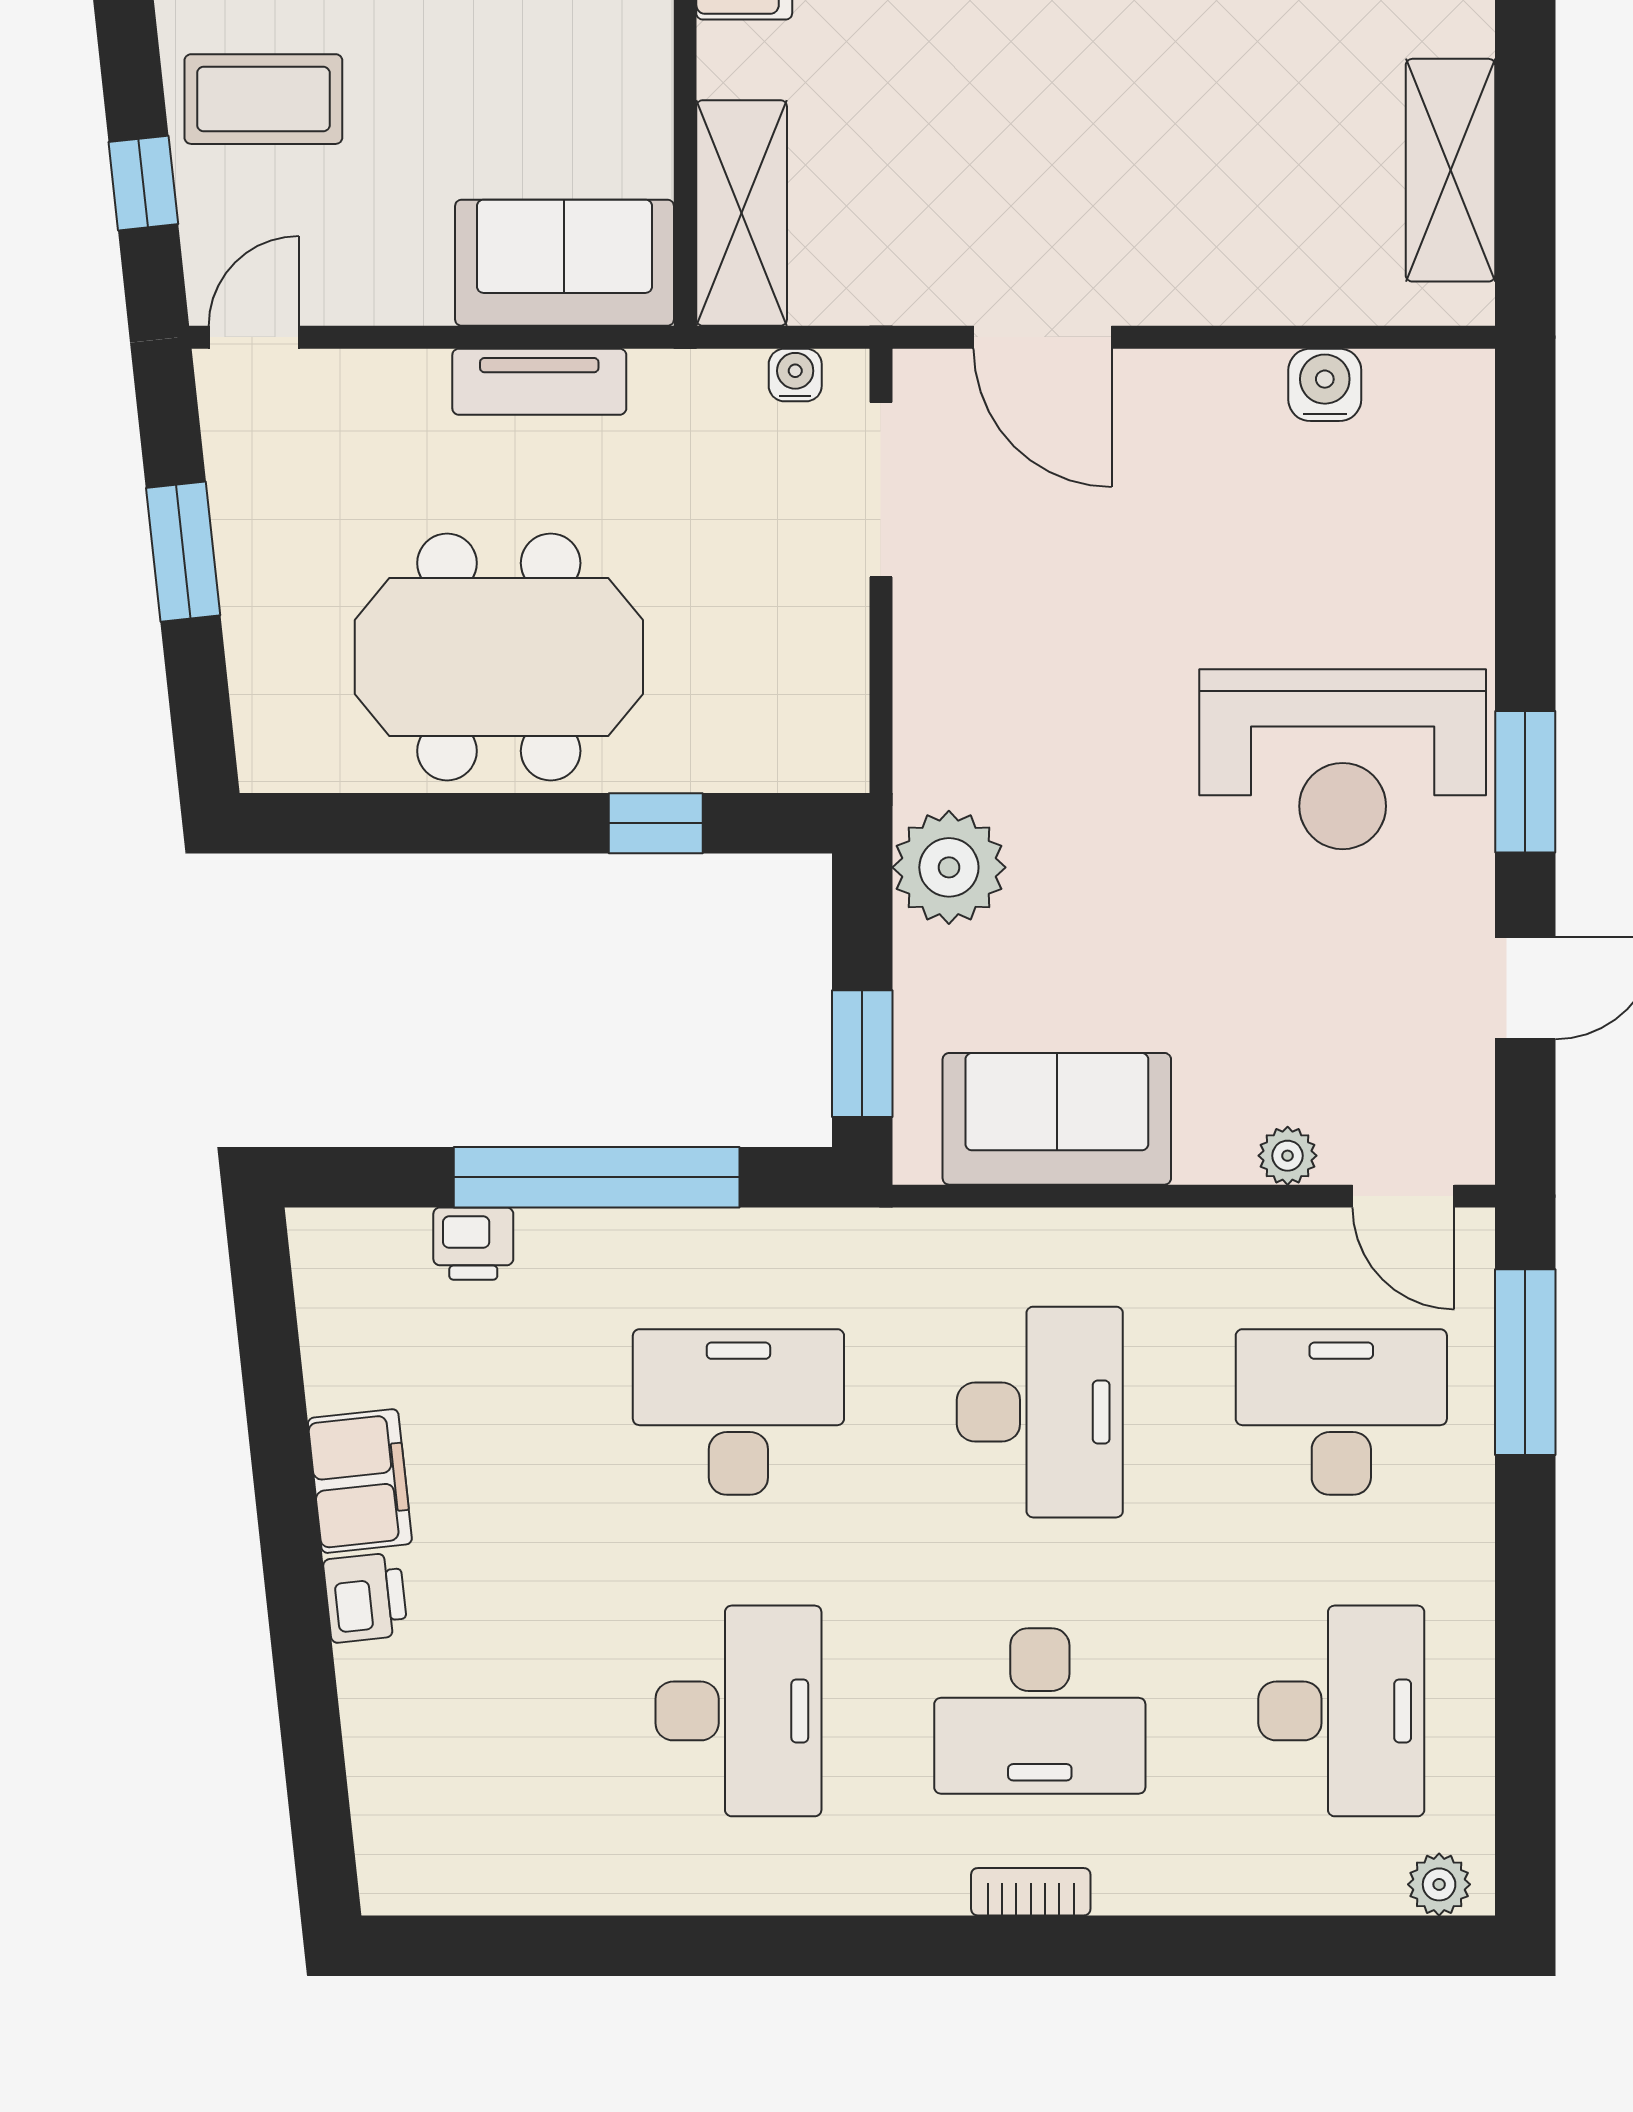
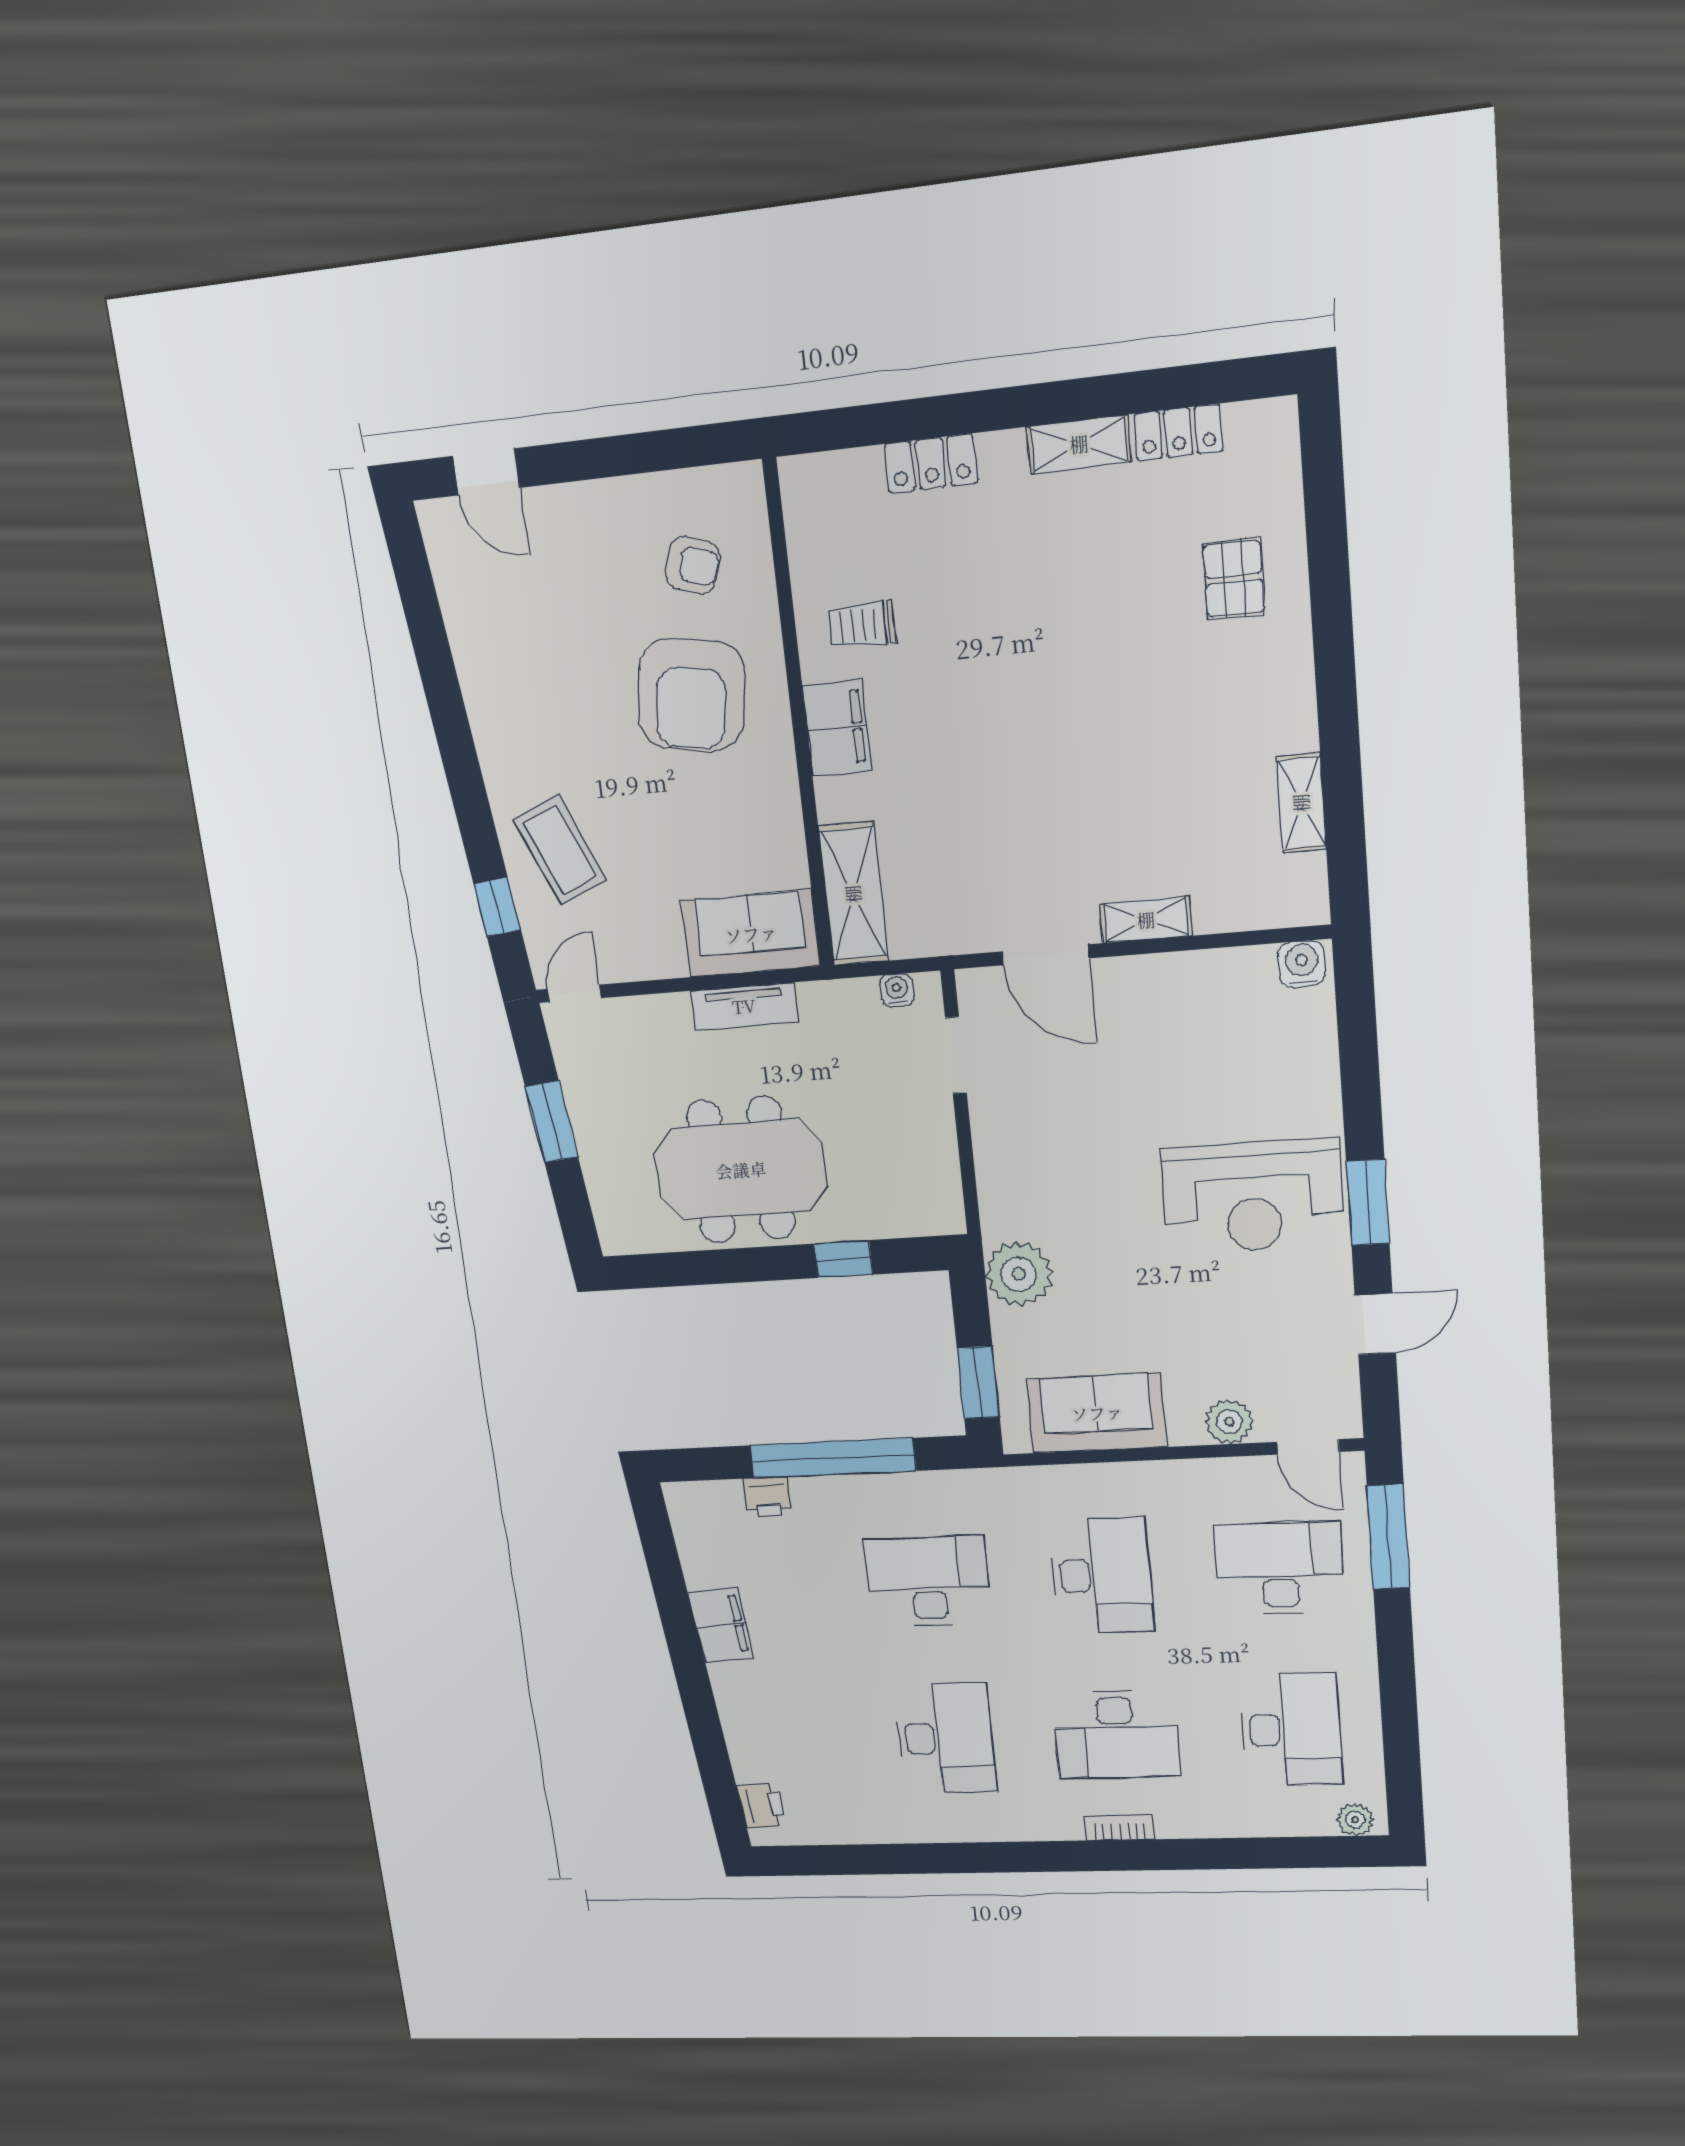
coffee table: (263, 99) -> (560, 850), turned 67
shelving: (1450, 170) -> (1301, 803), width x0.67, depth x0.75
shelving: (1207, 294) -> (1146, 920), added
water cooler: (1325, 385) -> (1302, 964), moved
doorway: (881, 490) -> (956, 1055), width x0.73
plant: (1288, 1156) -> (1229, 1422), width x1.38, depth x1.38
printer: (365, 1598) -> (762, 1805), moved

